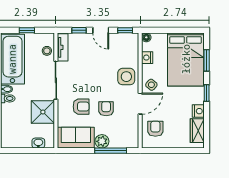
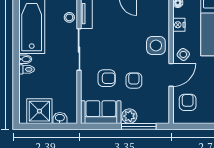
shower: (43, 112) -> (39, 111), moved

